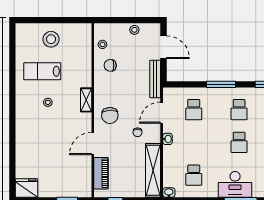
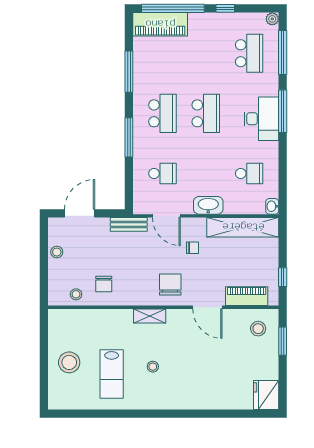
bench: (155, 79) -> (129, 224), width x0.73
school desk: (239, 110) -> (162, 113), width x1.85
chair: (110, 116) -> (170, 285), turned -88
washbasin: (168, 139) -> (208, 205), width x1.91, depth x1.45
school desk: (239, 142) -> (206, 113), width x1.85
stool: (77, 182) -> (258, 329), added

